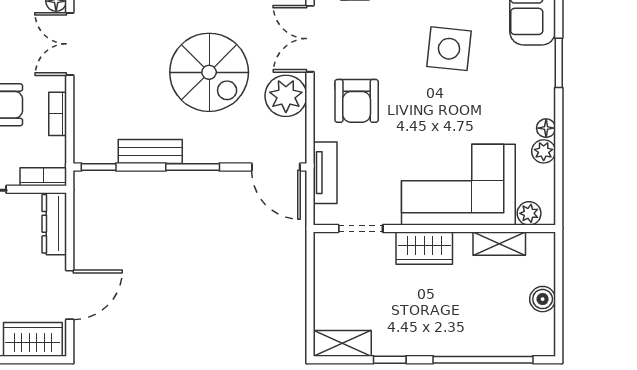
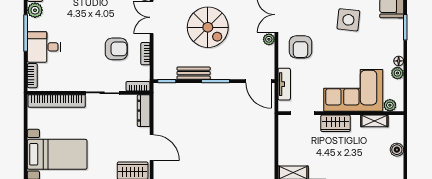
spiral stairs: (209, 72) -> (208, 27), moved
plant: (286, 96) -> (269, 39), width x0.53, depth x0.53
door: (70, 295) -> (152, 148), hinge flipped

